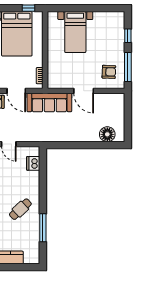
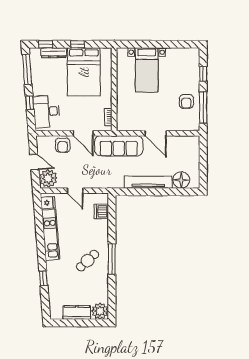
window: (28, 8) -> (77, 44), moved
armchair: (109, 72) -> (186, 101), moved, turned 88
tv unit: (77, 136) -> (148, 182), added
window: (43, 228) -> (112, 259), moved
plant: (32, 256) -> (100, 311), added

